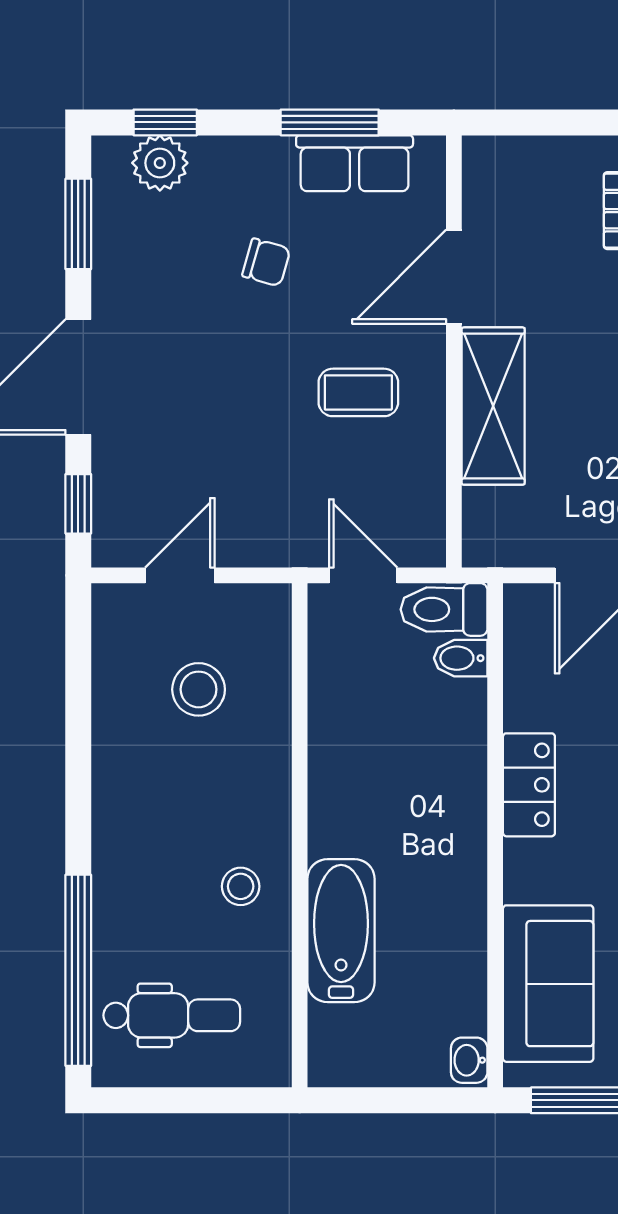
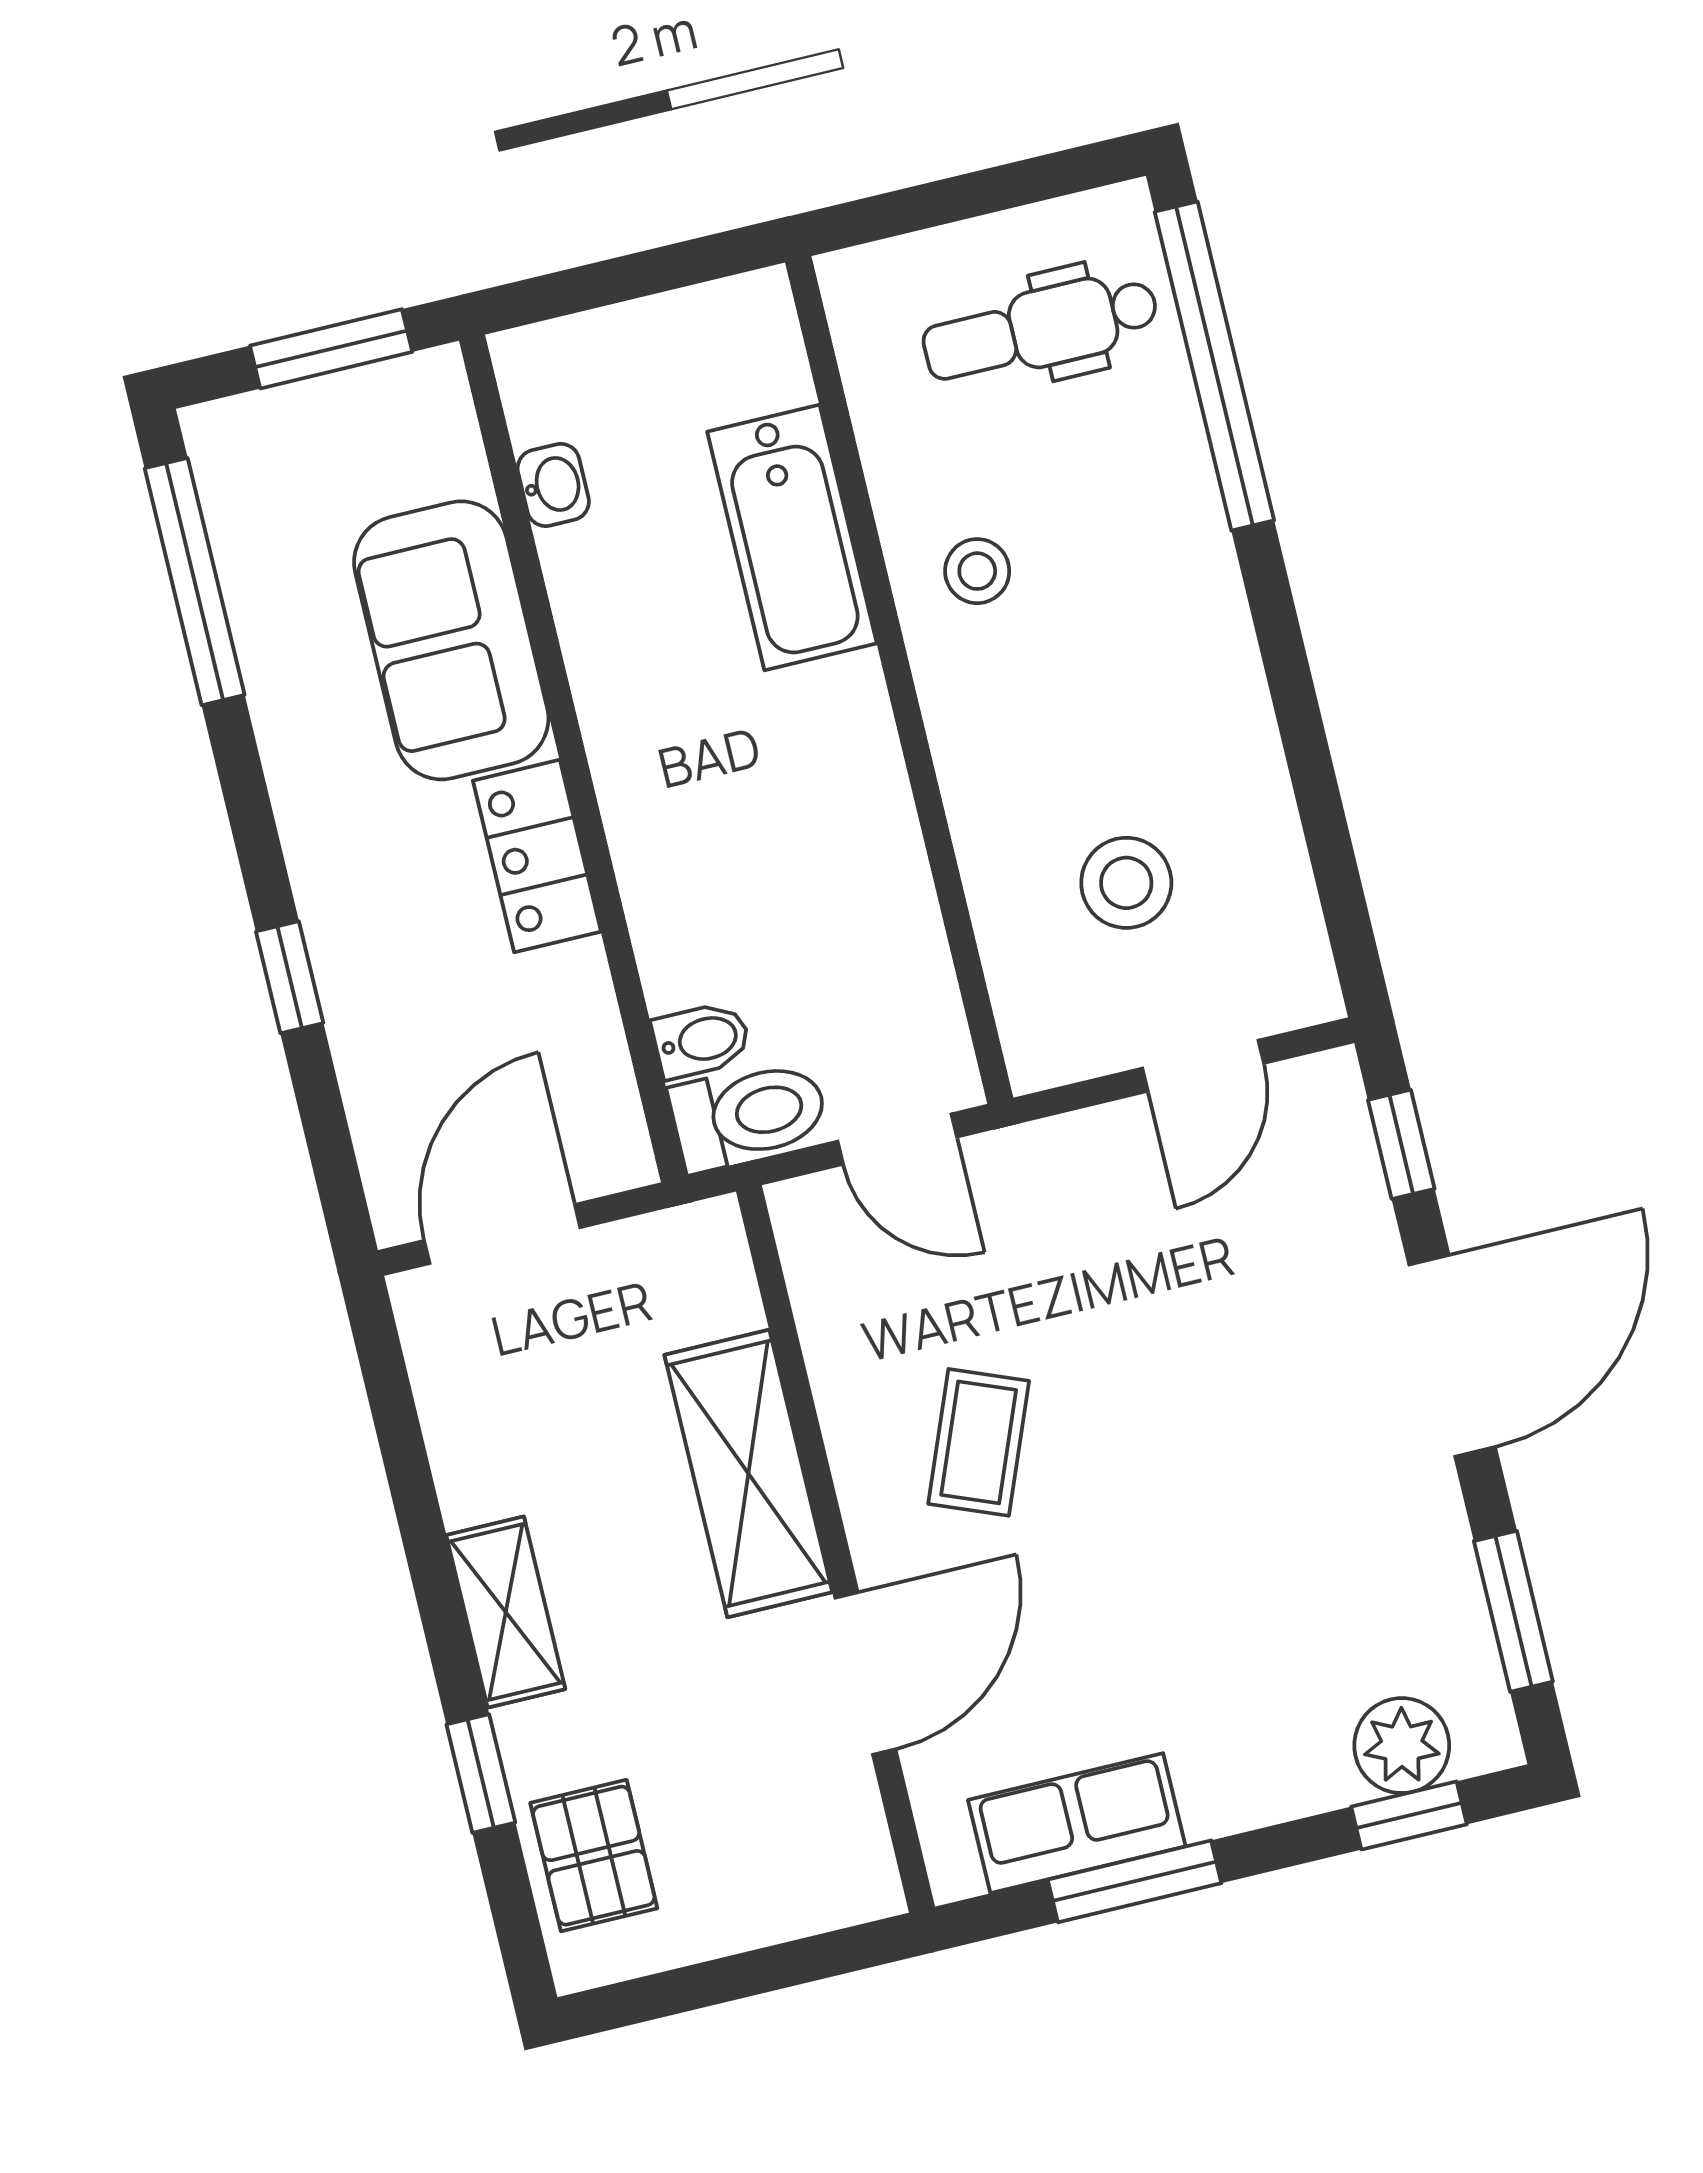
chair: (266, 262) -> (1184, 1622), removed
coffee table: (358, 392) -> (979, 1442), turned -68
sofa: (548, 984) -> (451, 640), moved
washbasin: (469, 1060) -> (553, 485), moved

